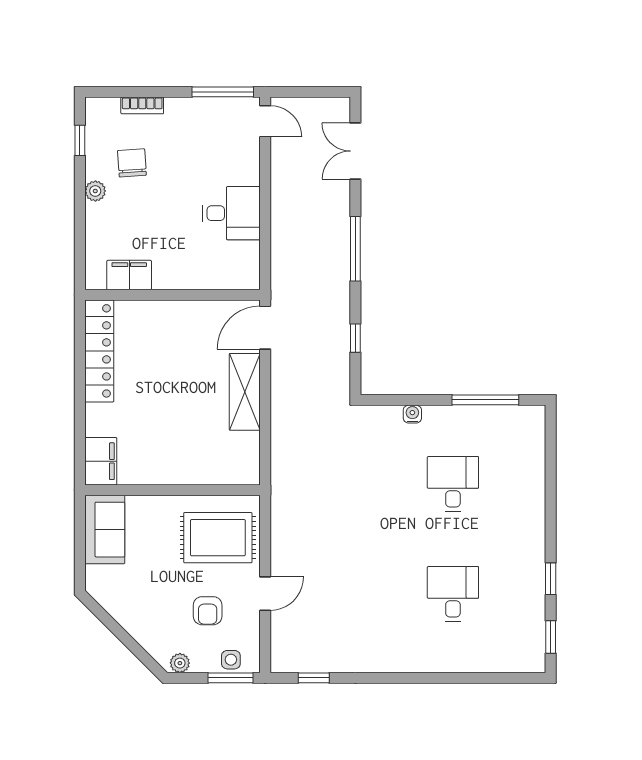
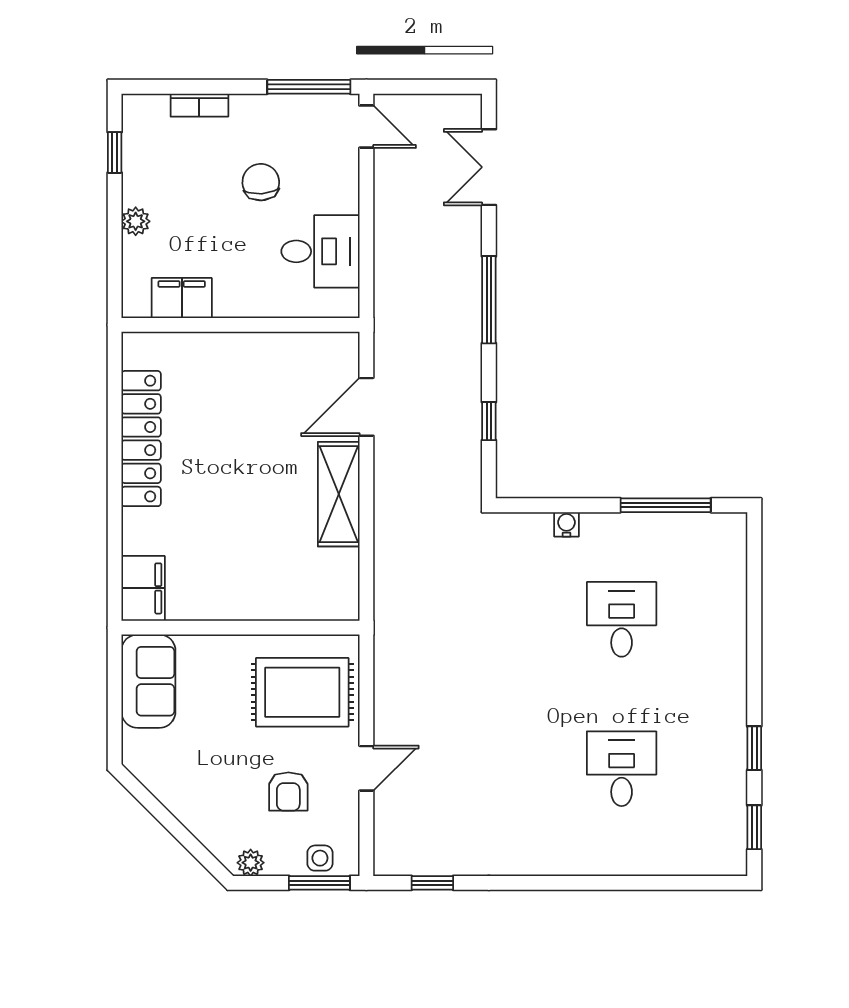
chair: (132, 163) -> (261, 182), moved
filing cabinet: (129, 275) -> (182, 298), moved
wall: (172, 295) -> (241, 325), moved

